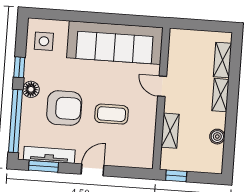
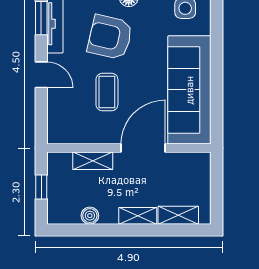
door: (162, 86) -> (143, 148), width x1.87
armchair: (64, 108) -> (110, 37), turned 103
window: (176, 176) -> (41, 187), moved

